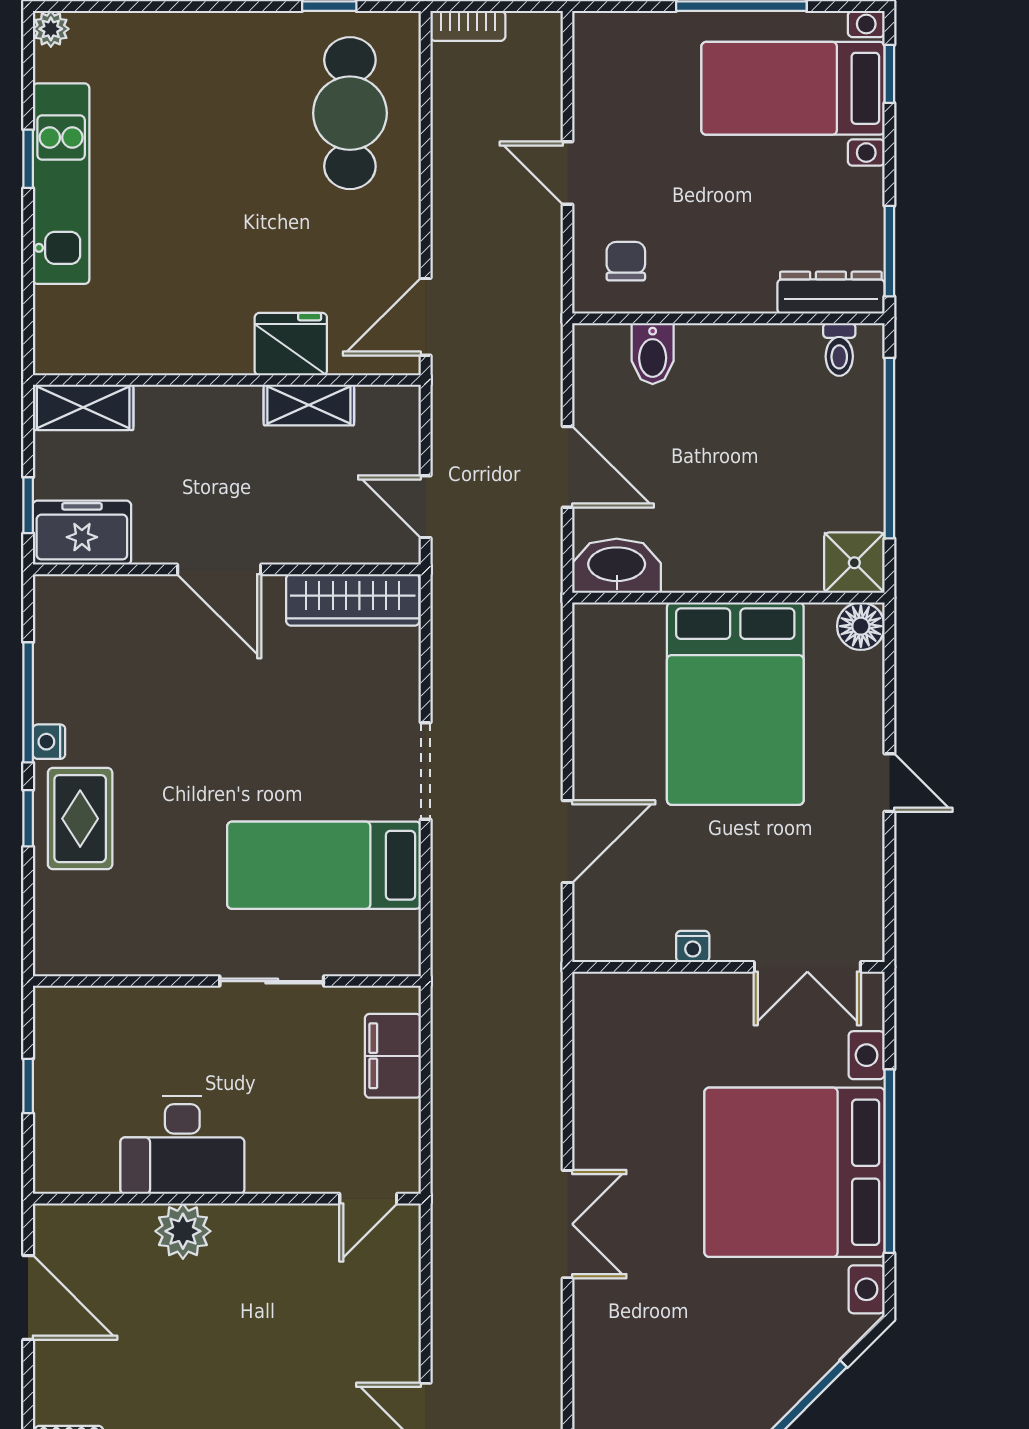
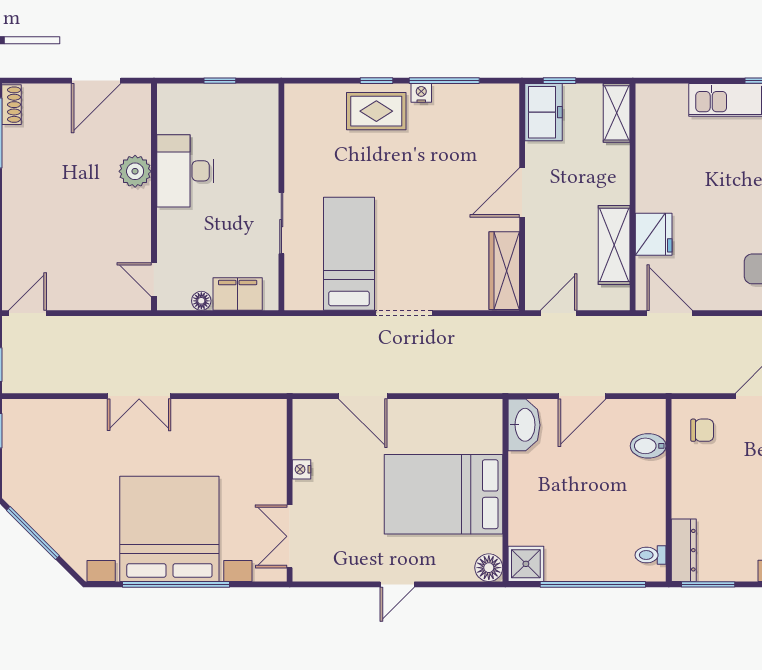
shelving: (309, 405) -> (614, 245), width x1.50, depth x1.33
floor lamp: (404, 1118) -> (201, 301), added

